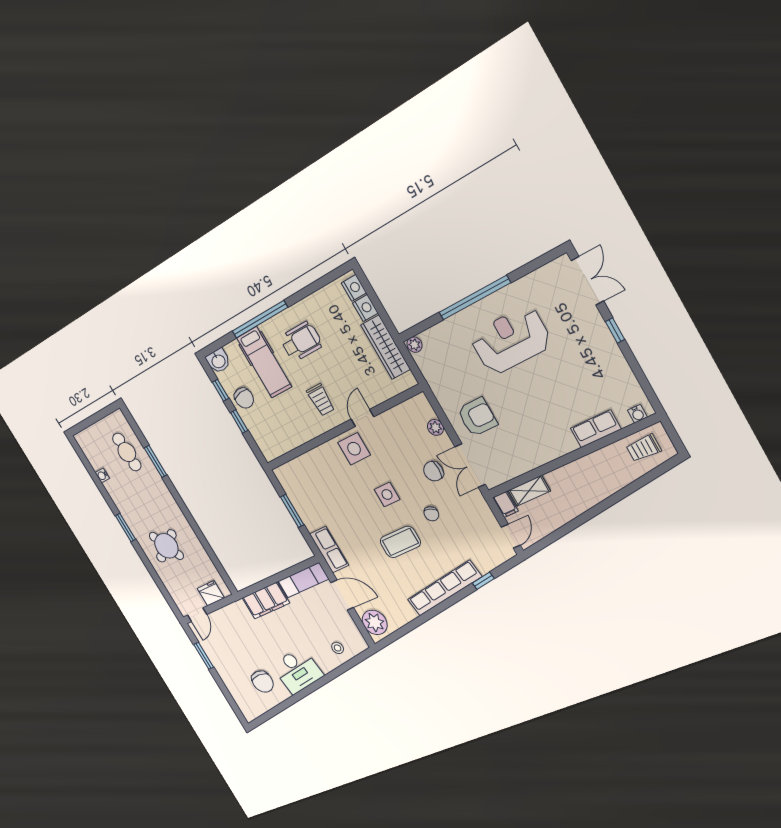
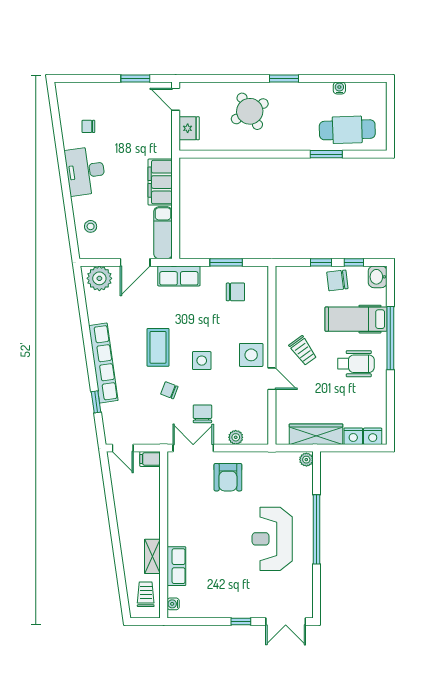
reception desk: (511, 340) -> (272, 539), turned 180
wheelchair: (301, 341) -> (356, 364), turned -90
trolley: (321, 400) -> (303, 351), turned -126
cafe table: (127, 452) -> (347, 130), width x1.37, depth x1.35
chair: (311, 490) -> (235, 292), added
shelving: (529, 491) -> (152, 556), moved
chair: (263, 682) -> (88, 126), width x0.54, depth x0.54

